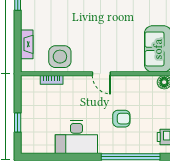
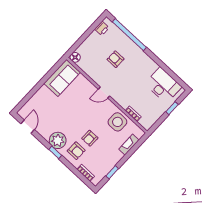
armchair: (73, 14) -> (90, 138), added
door: (101, 74) -> (104, 93), swing flipped
desk: (76, 137) -> (163, 85), moved

